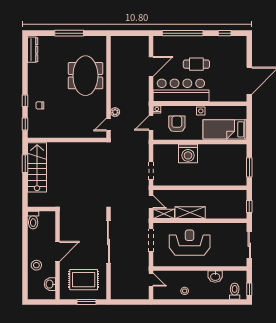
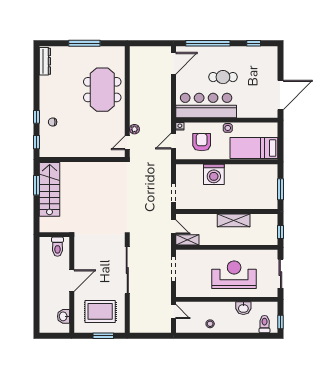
door: (151, 66) -> (173, 63), moved
shelving: (190, 213) -> (234, 220), moved
toilet: (33, 220) -> (57, 247), moved
reception desk: (190, 243) -> (234, 275), moved
stool: (36, 265) -> (49, 296), removed

